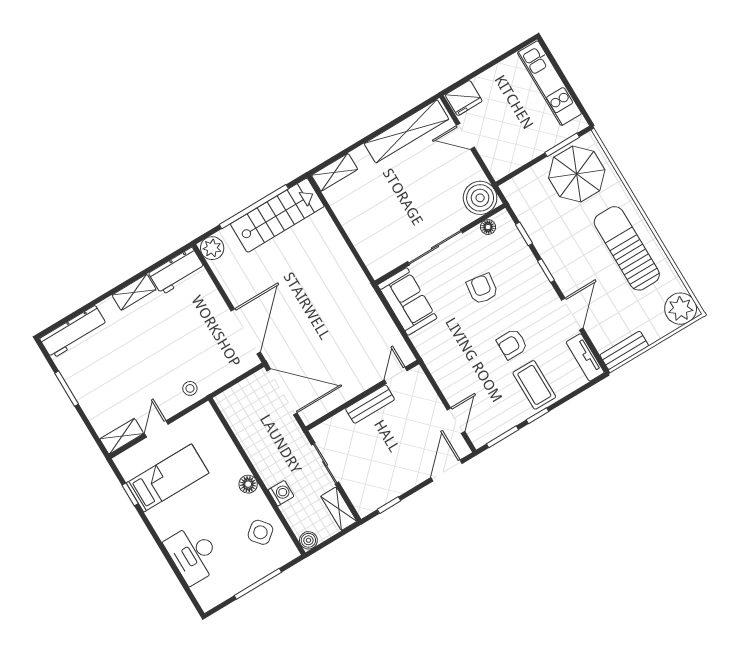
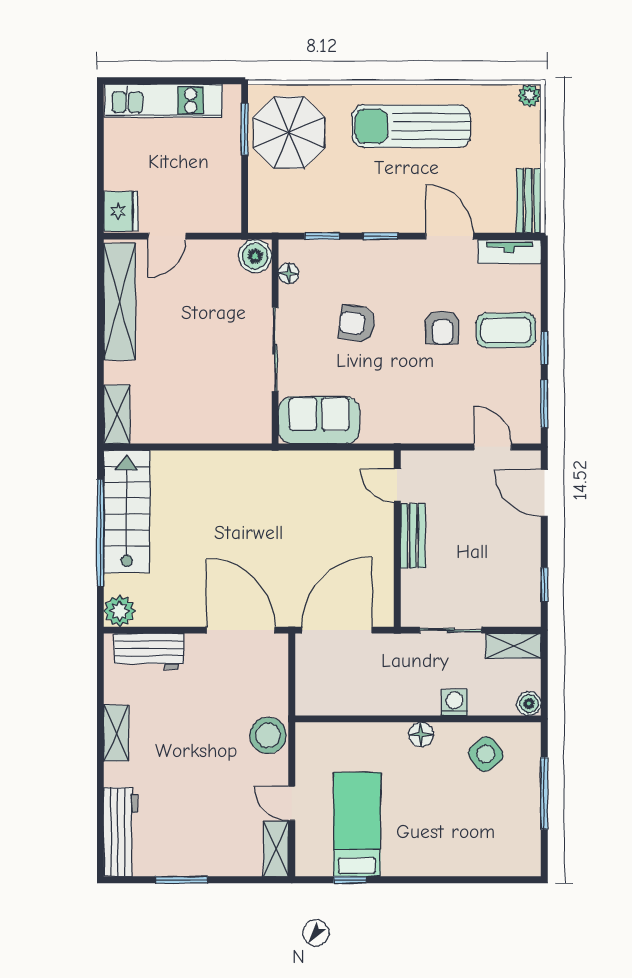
boiler: (480, 198) -> (255, 256), width x0.73, depth x0.73
workbench: (177, 271) -> (149, 651), moved, turned 90
plant: (681, 309) -> (529, 96), width x0.53, depth x0.53
stool: (190, 388) -> (268, 735), width x1.89, depth x1.89
desk: (193, 554) -> (464, 848), removed

